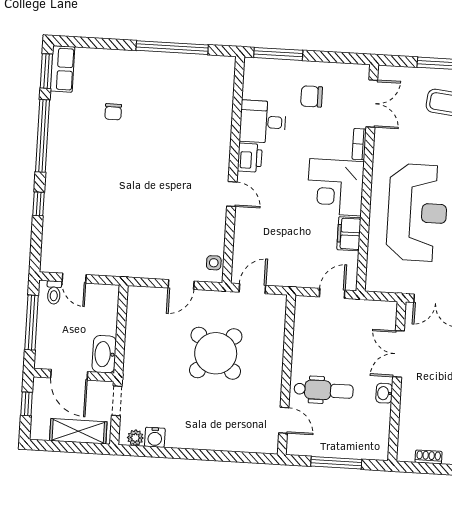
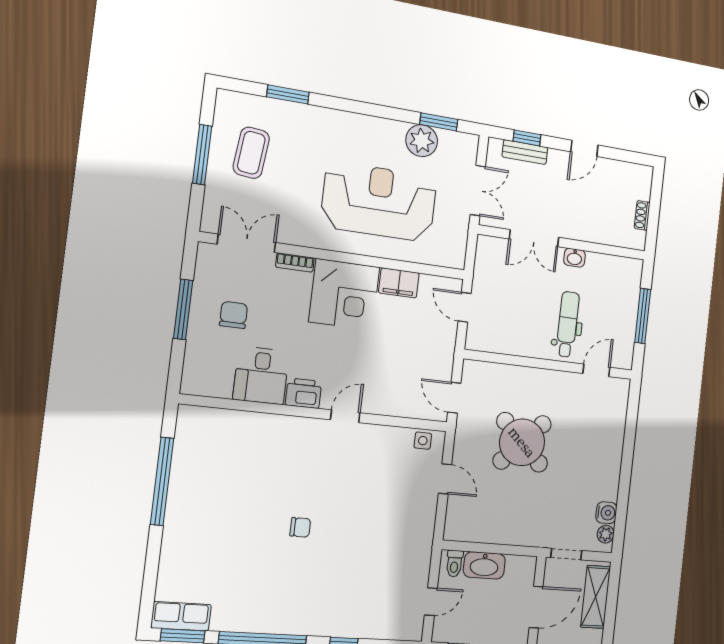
window: (278, 54) -> (183, 309), moved
chair: (312, 96) -> (234, 315), turned 180
chair: (113, 112) -> (300, 527), moved
toilet: (54, 292) -> (454, 564), moved, turned 90
washbasin: (104, 354) -> (484, 565), moved

